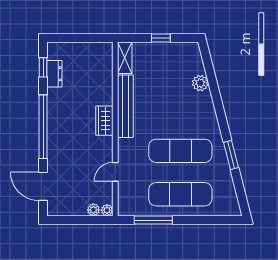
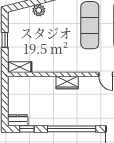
dresser: (54, 74) -> (18, 120), moved
bench: (125, 106) -> (56, 67), removed

